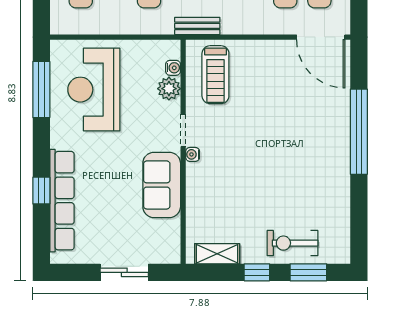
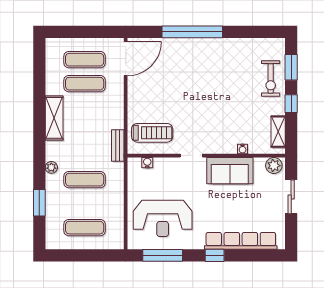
plant: (169, 89) -> (274, 166), moved
water cooler: (193, 154) -> (243, 149), moved
window: (41, 191) -> (215, 255), moved

